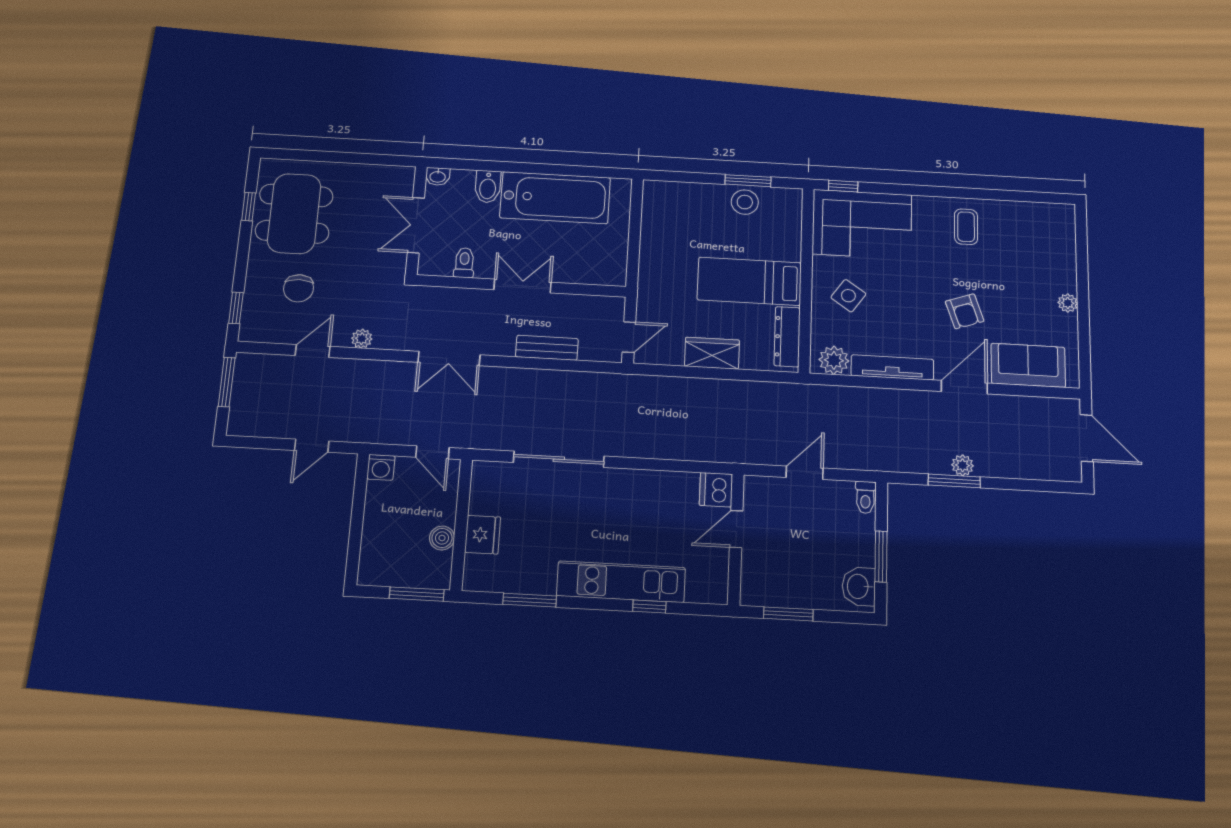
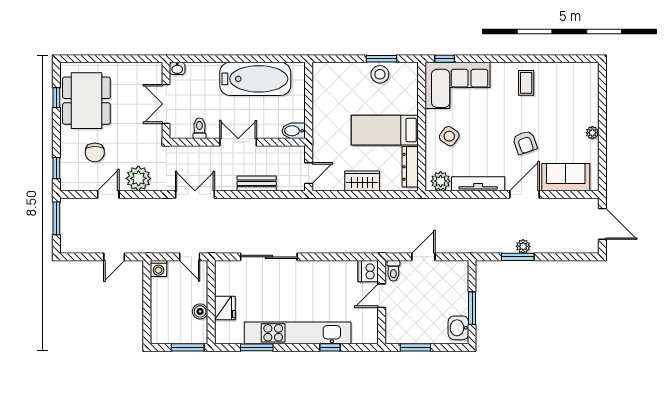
bidet: (488, 187) -> (294, 131), moved, turned 90
plant: (362, 339) -> (138, 178), width x1.87, depth x1.87
double door: (449, 359) -> (195, 194), swing flipped
toilet: (865, 497) -> (393, 271), moved
kitchen unit: (621, 582) -> (298, 333), width x1.36

